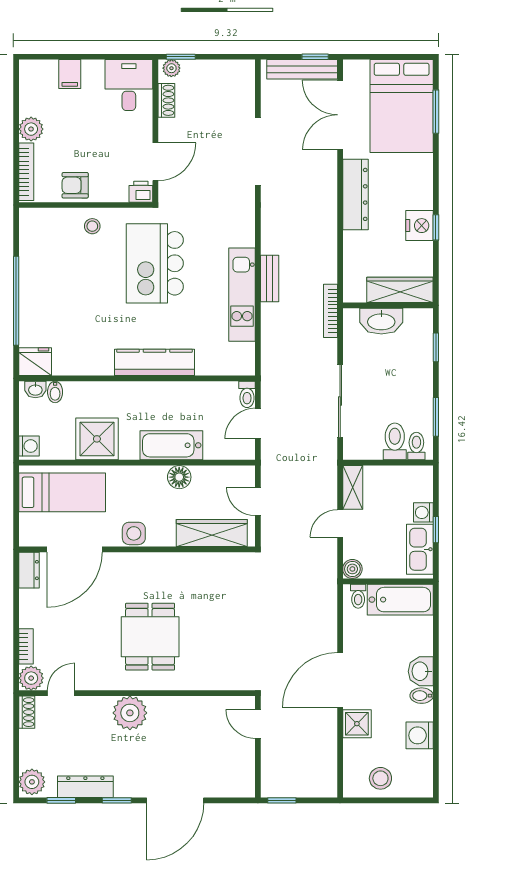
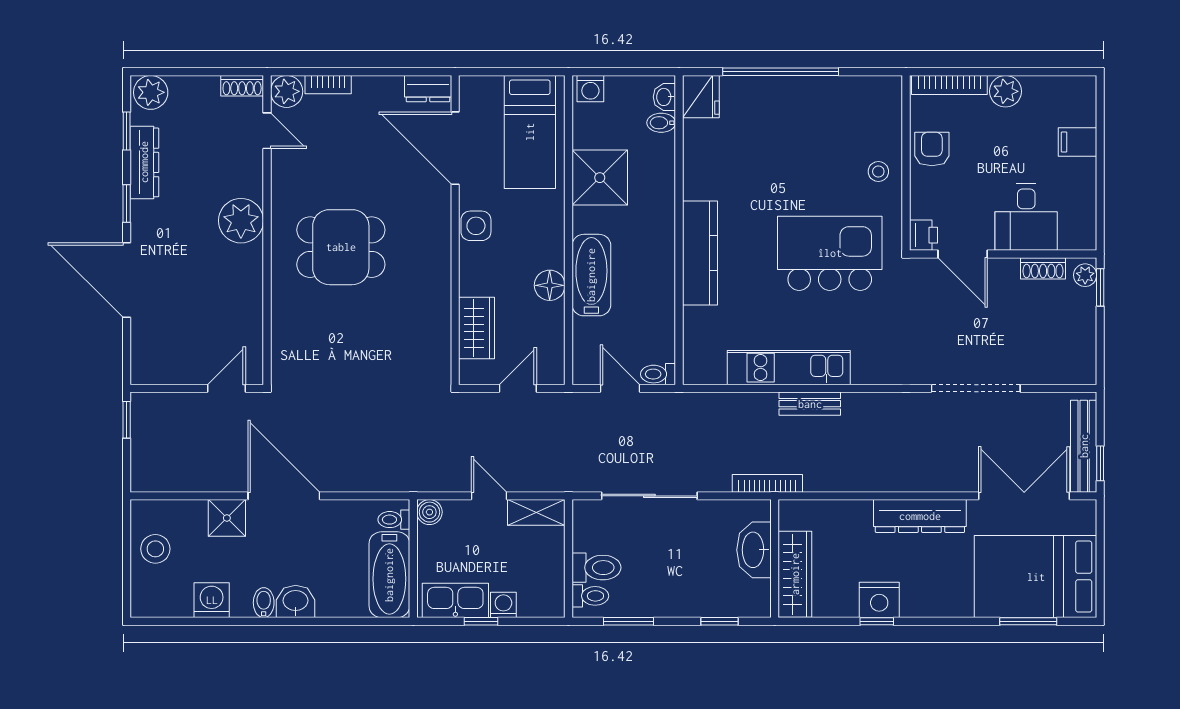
desk: (129, 85) -> (1026, 217), moved, turned 90
wardrobe: (212, 533) -> (477, 328), width x0.67

